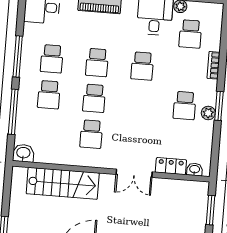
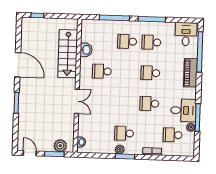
school desk: (94, 98) -> (126, 72), removed
washbasin: (23, 153) -> (86, 50), moved
locker: (171, 166) -> (83, 126), removed
double door: (134, 173) -> (77, 101), swing flipped
plant: (199, 201) -> (60, 146), added

